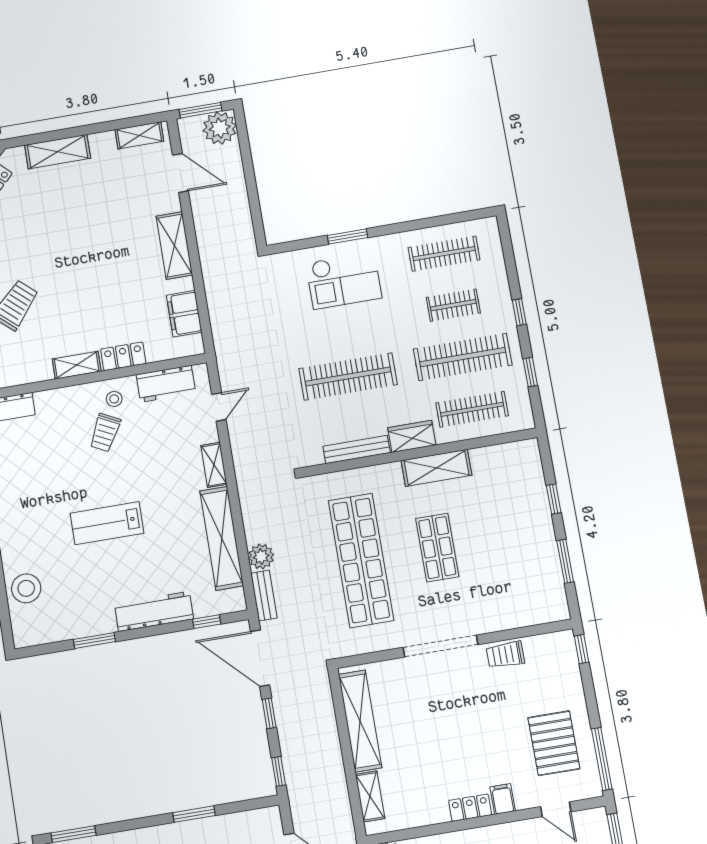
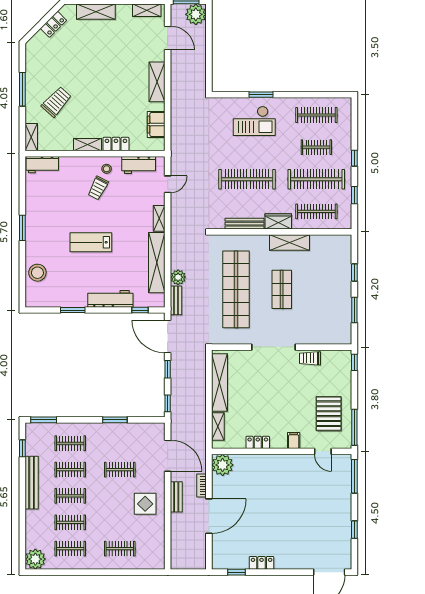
locker: (470, 808) -> (258, 442), moved

